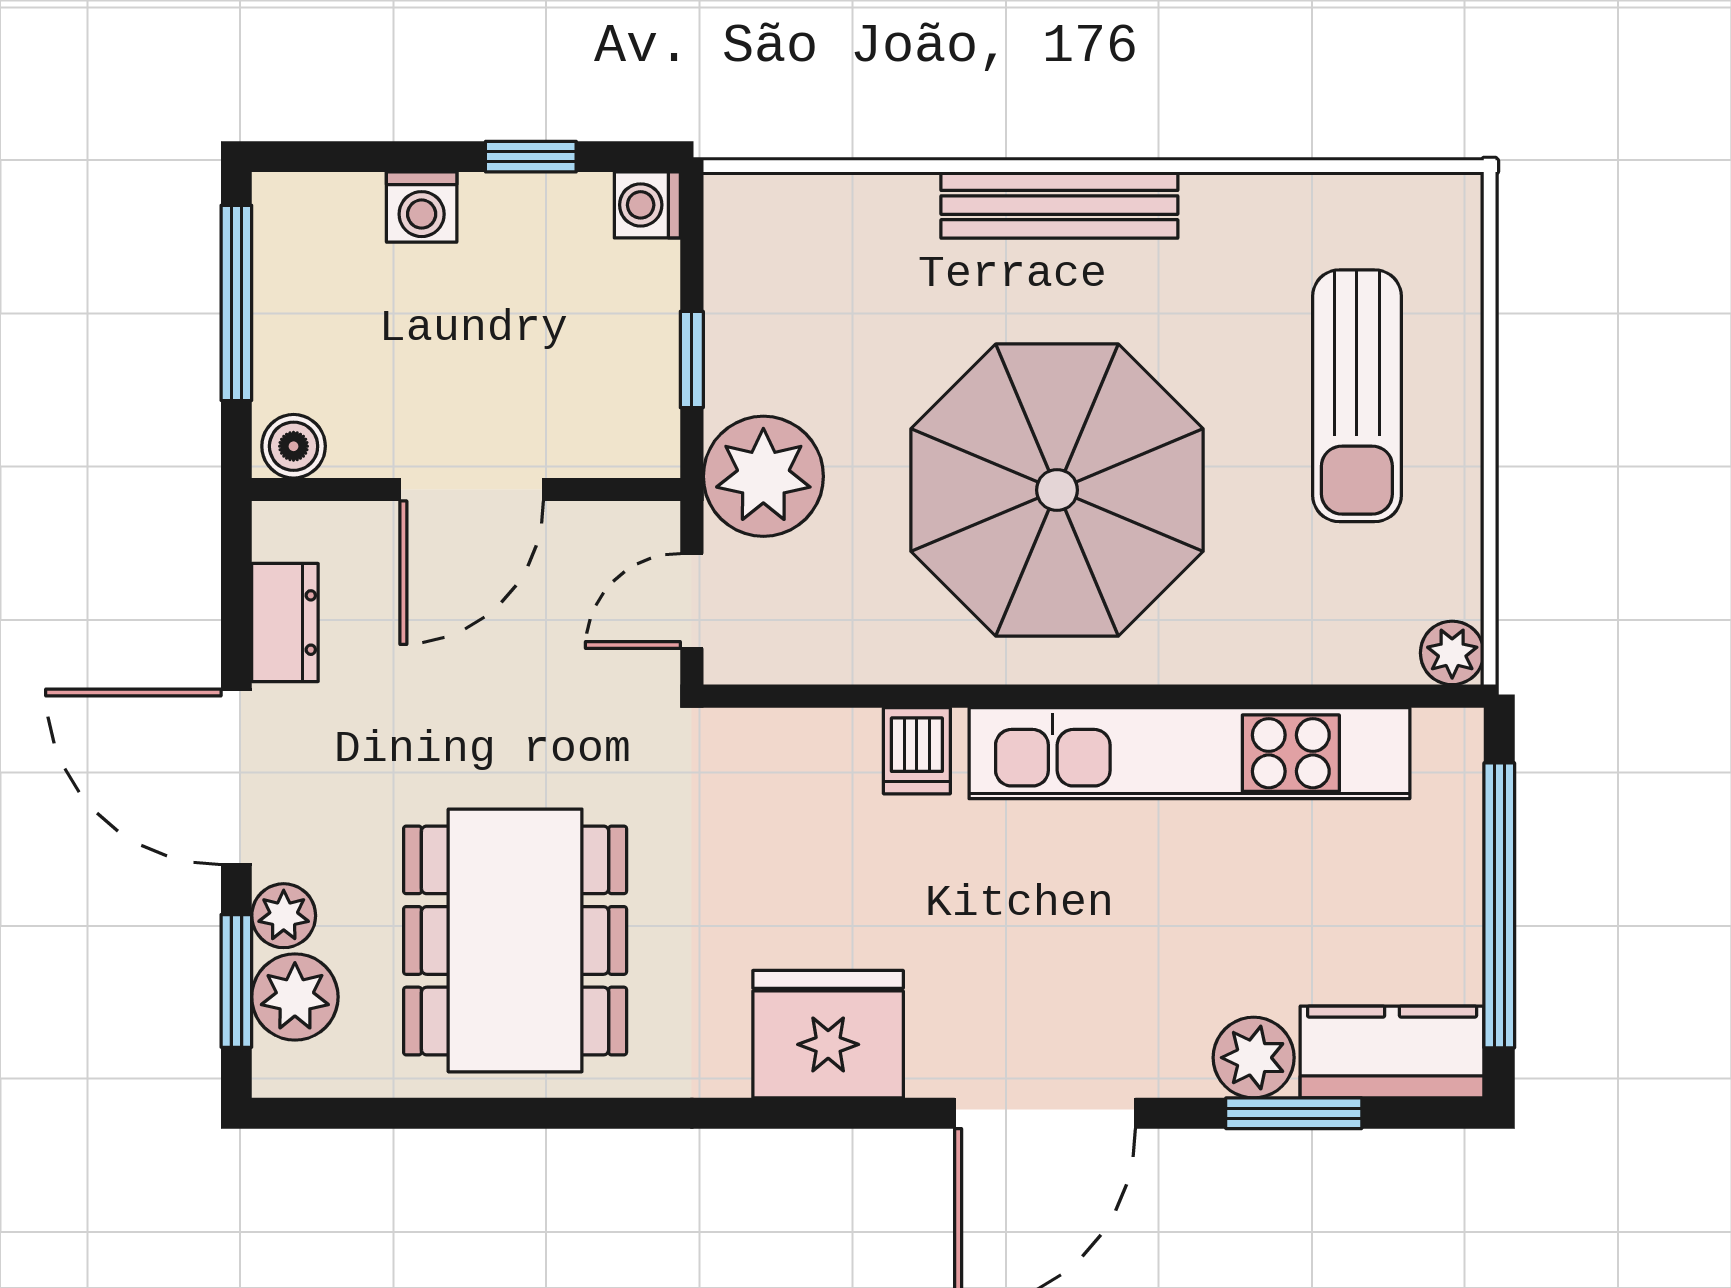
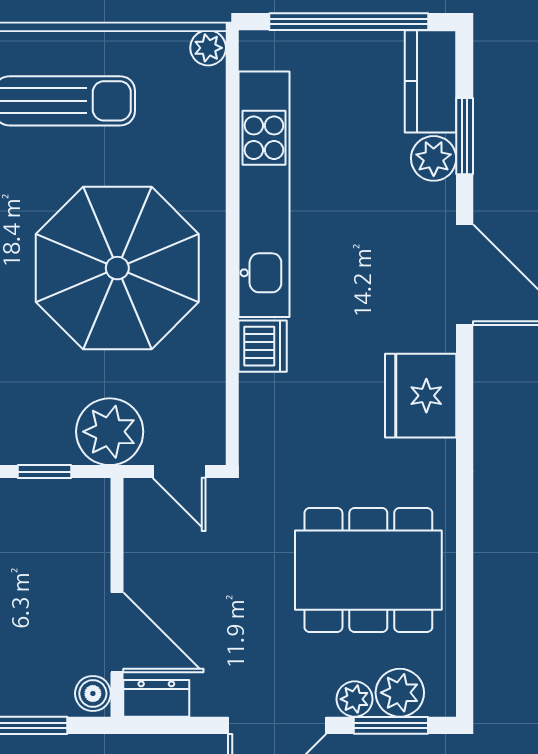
door: (472, 490) -> (117, 632), moved
dresser: (285, 623) -> (156, 698), moved
dishwasher: (917, 751) -> (263, 346), width x1.38

